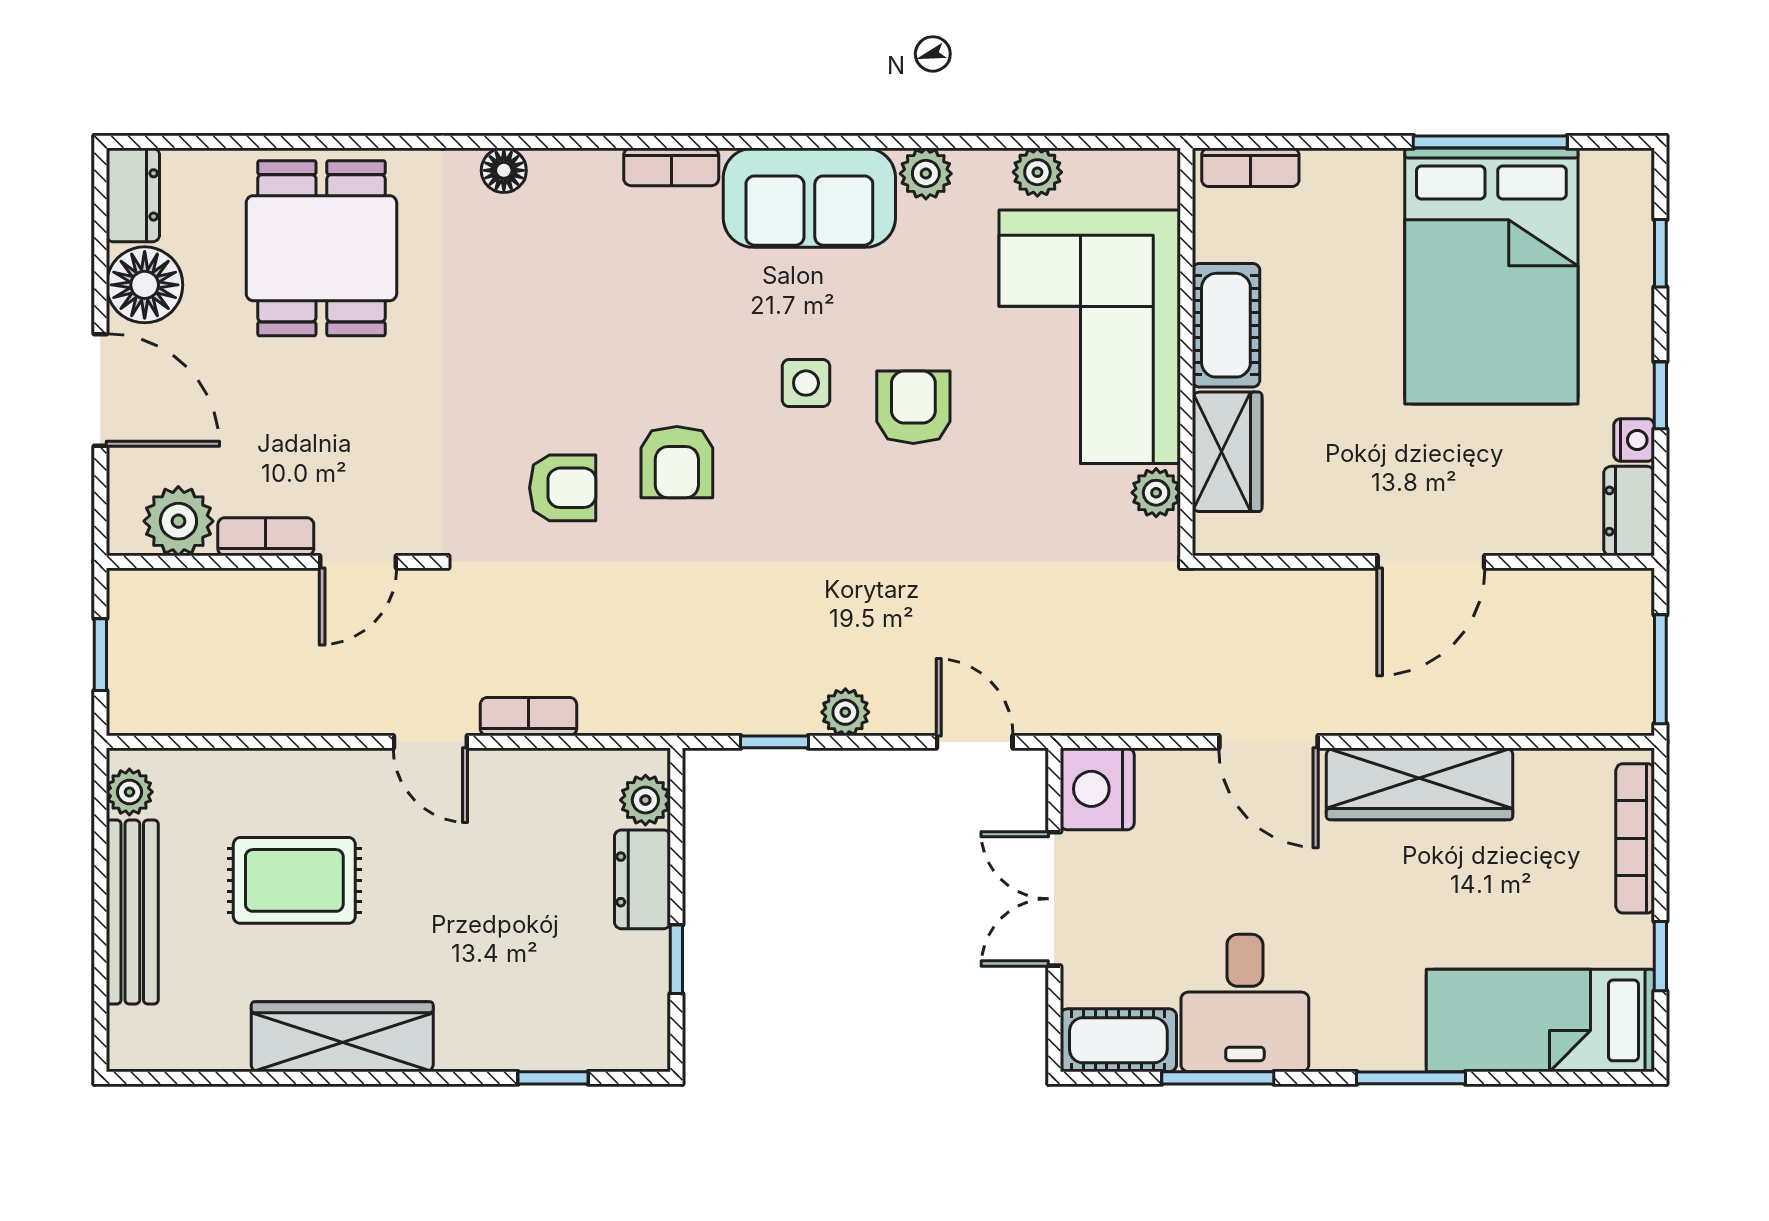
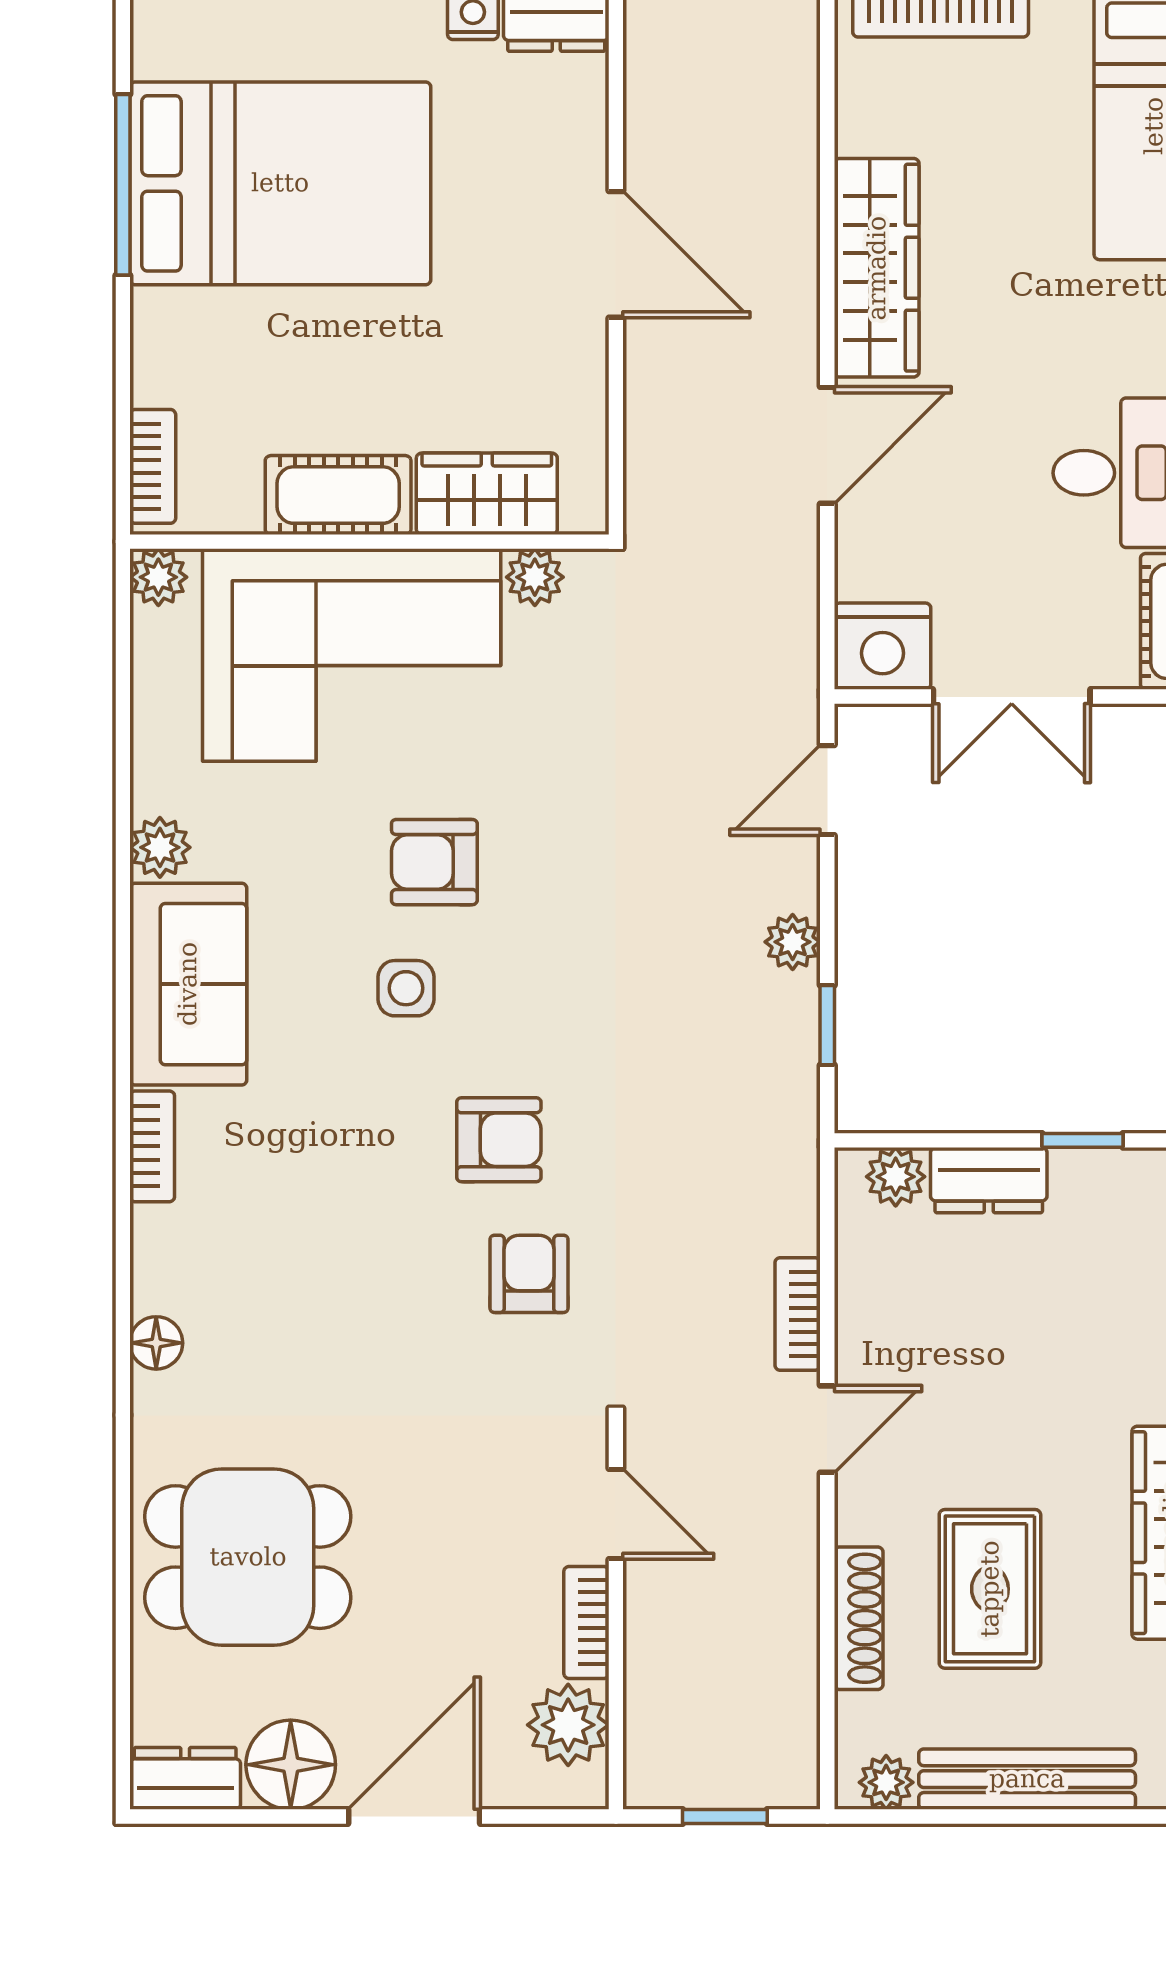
plant: (1037, 172) -> (158, 577), moved
shoe rack: (269, 768) -> (859, 1618), added

